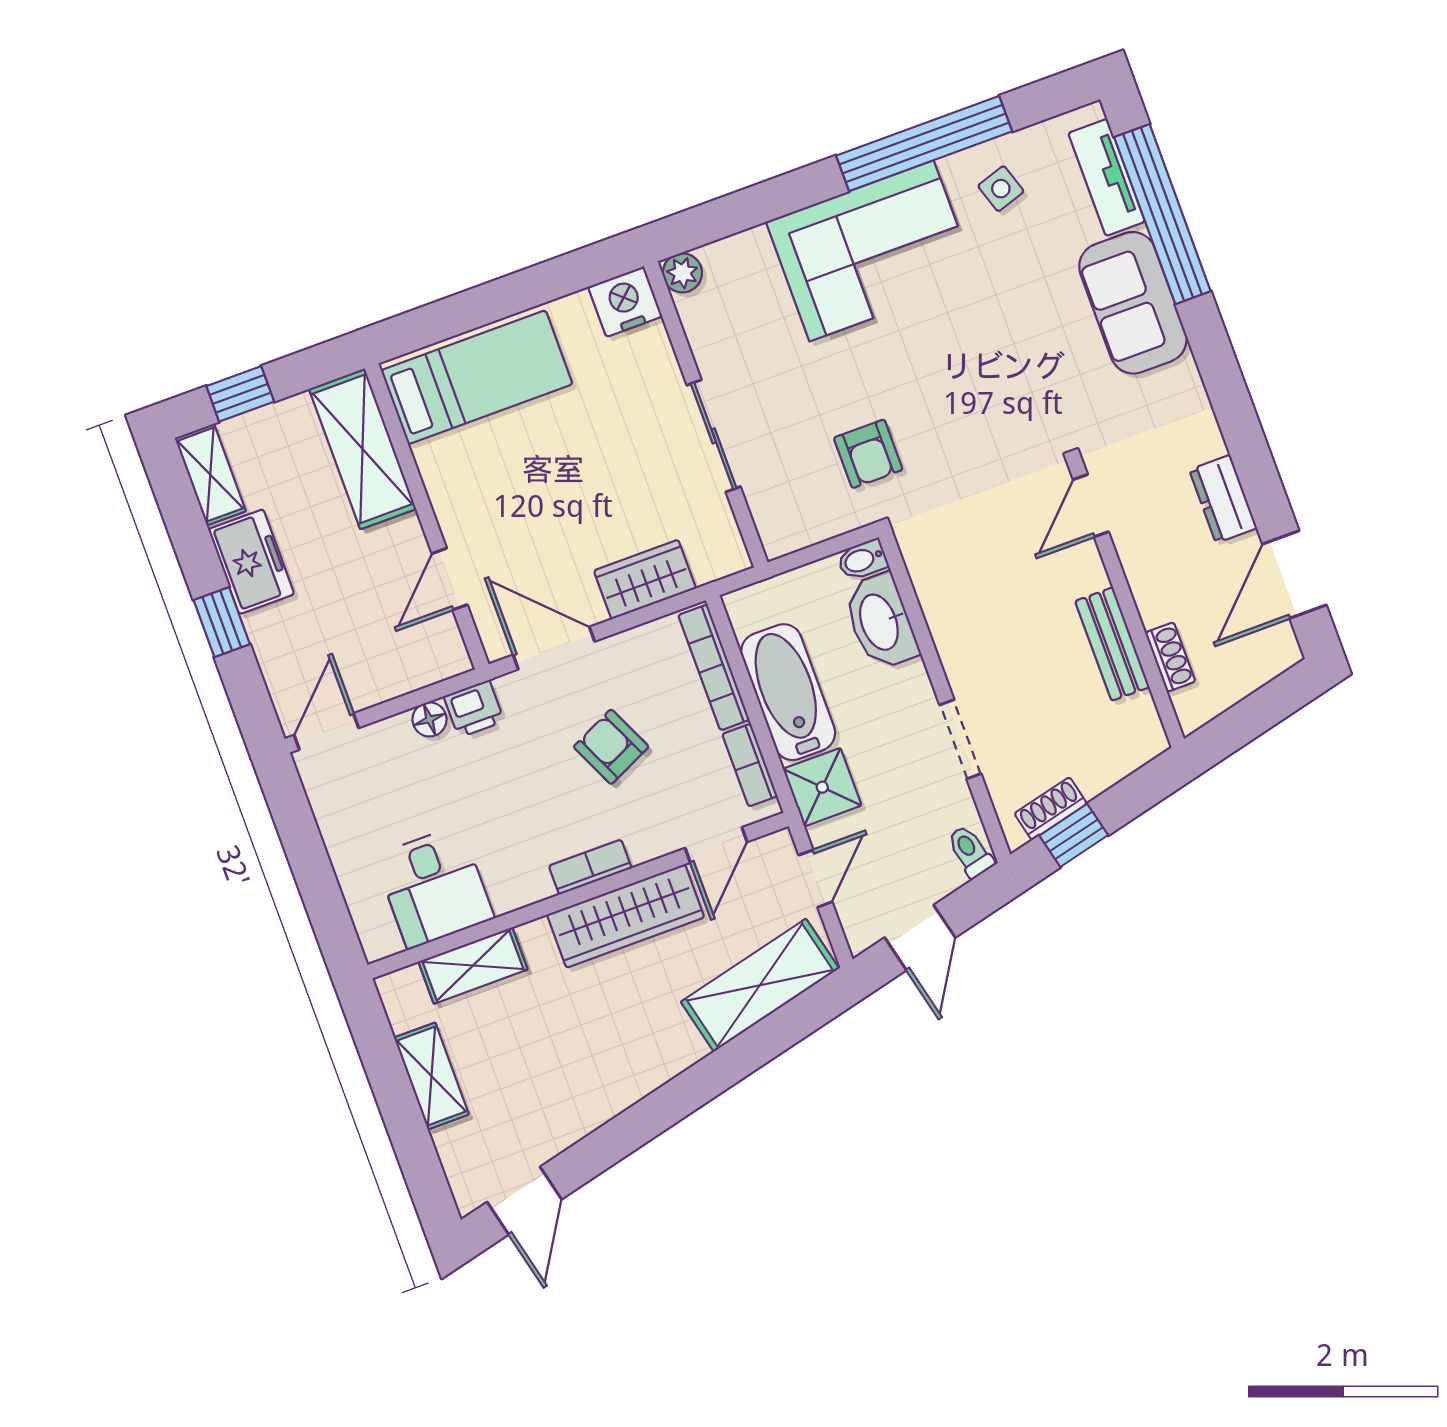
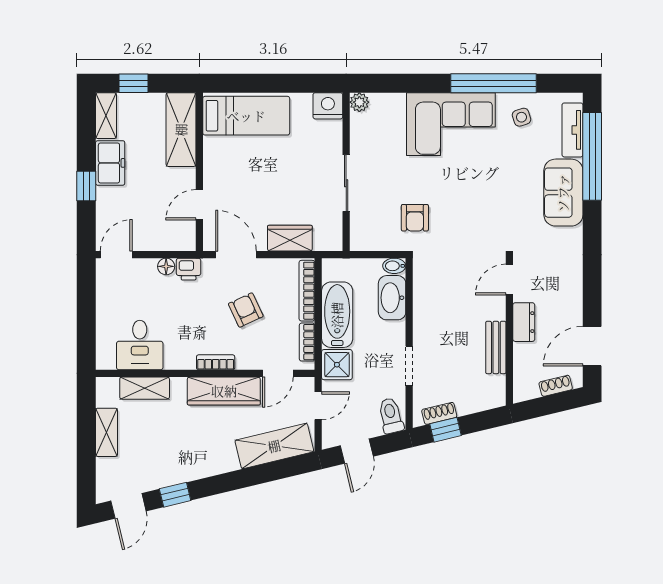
dresser: (1223, 499) -> (524, 322), moved, turned 180
shoe rack: (1170, 657) -> (556, 386), moved, turned -104
toilet: (970, 851) -> (391, 416), width x1.37, depth x1.39
window: (605, 1147) -> (175, 495), added

